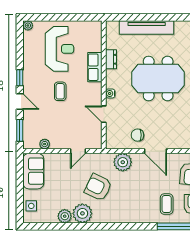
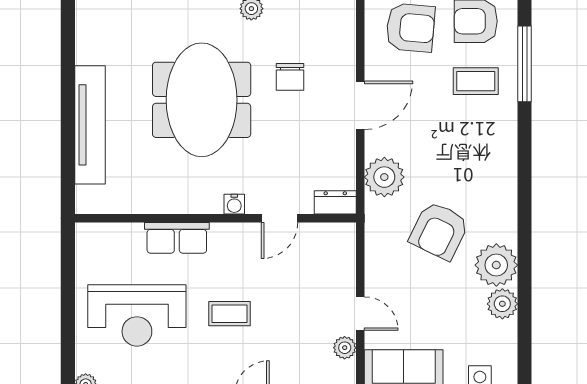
reception desk: (59, 49) -> (137, 315), turned 180
dresser: (111, 59) -> (335, 202), moved
chair: (137, 135) -> (290, 77), moved
door: (78, 151) -> (360, 314), moved

